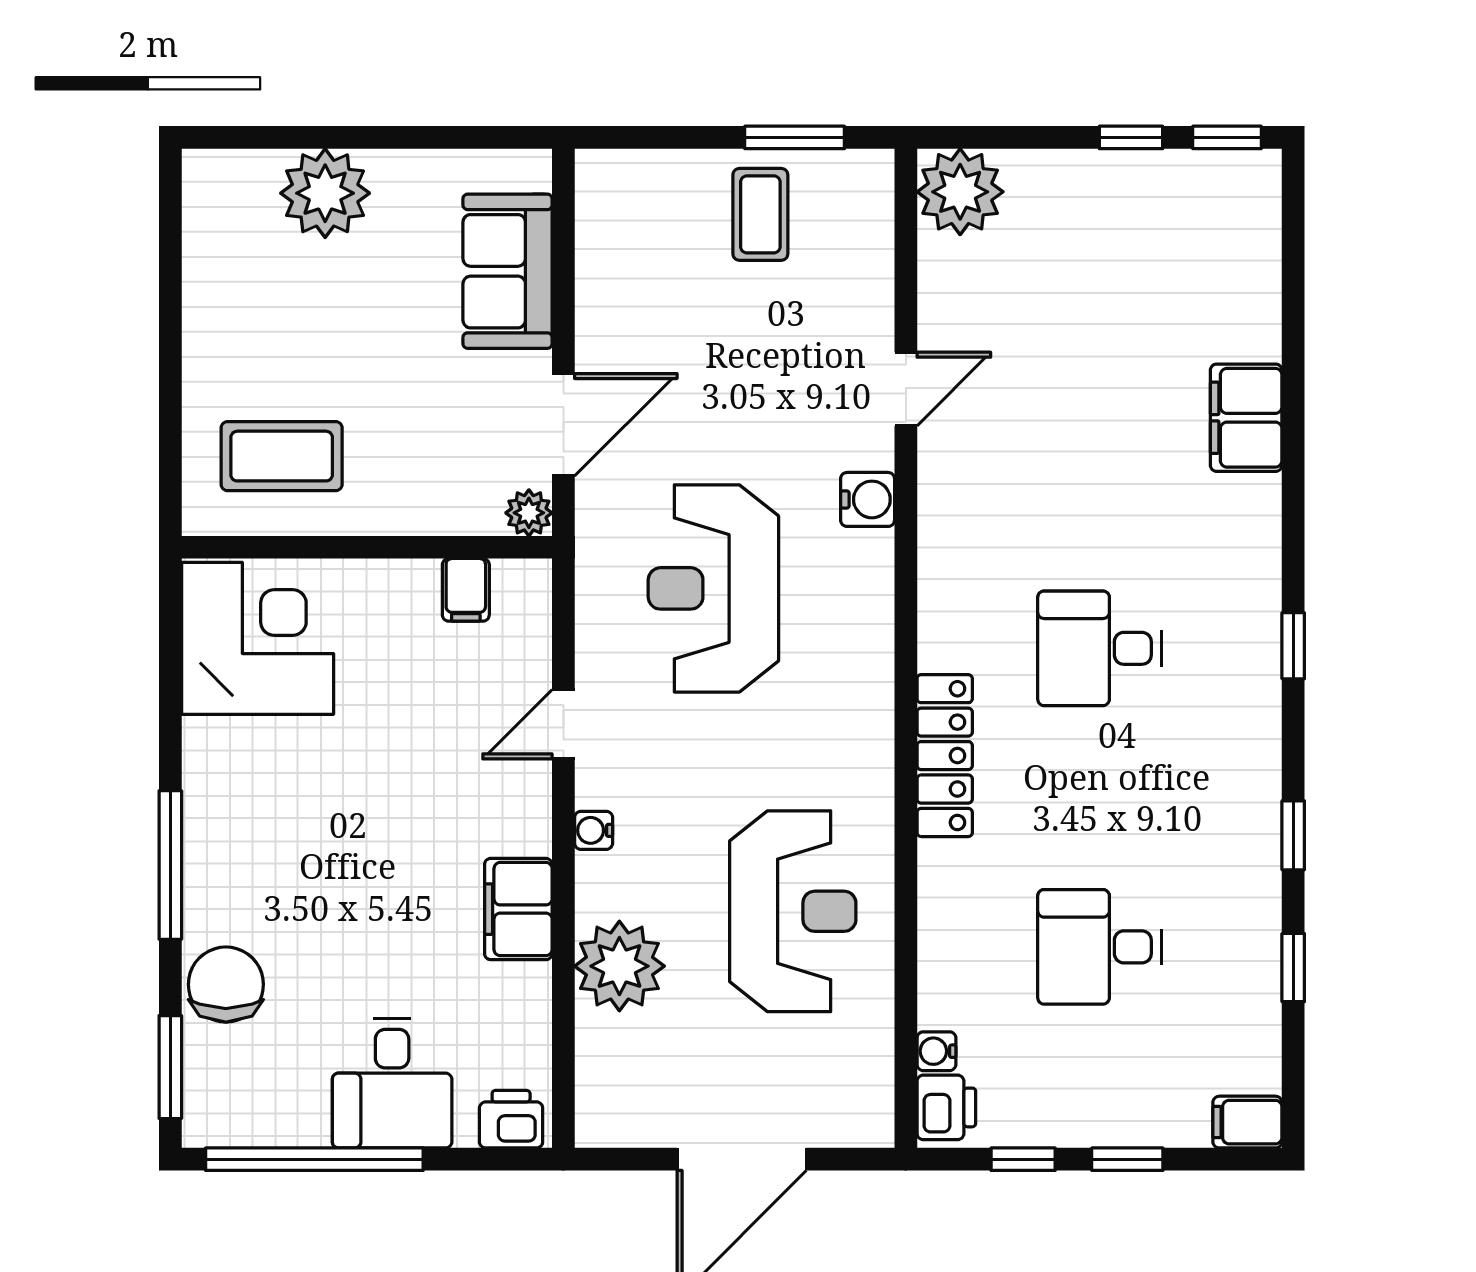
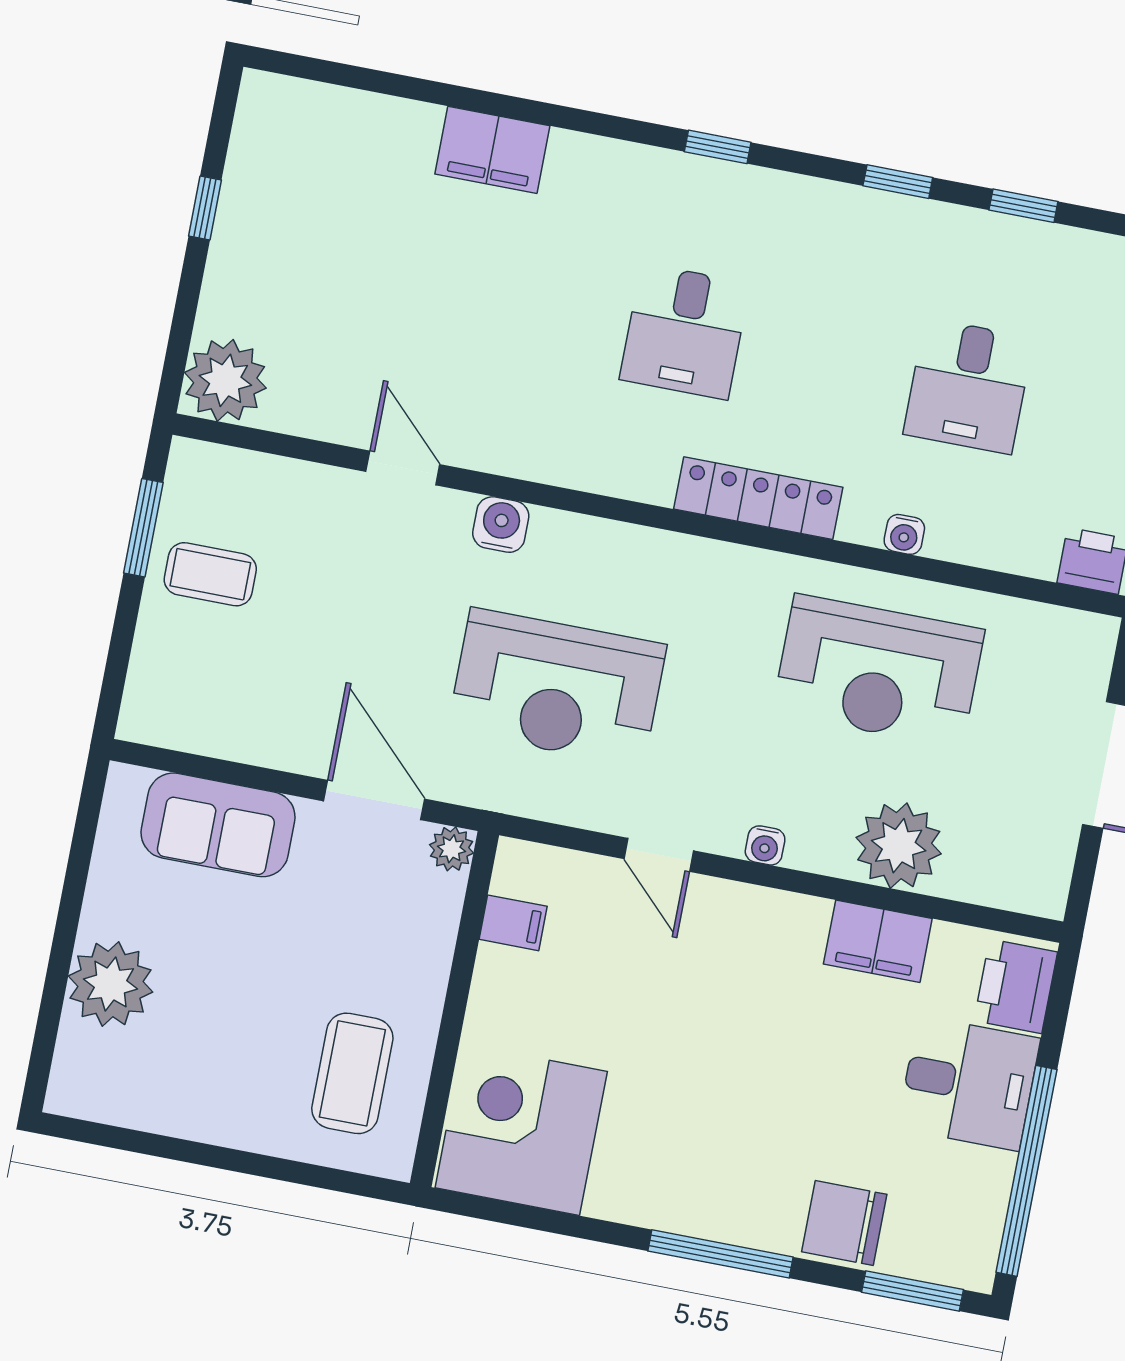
window: (1227, 137) -> (223, 117), removed
filing cabinet: (518, 909) -> (878, 941), moved
reception desk: (793, 911) -> (878, 671), turned 180
water cooler: (936, 1051) -> (904, 534), moved
printer: (511, 1119) -> (1016, 986), width x1.36, depth x1.24

